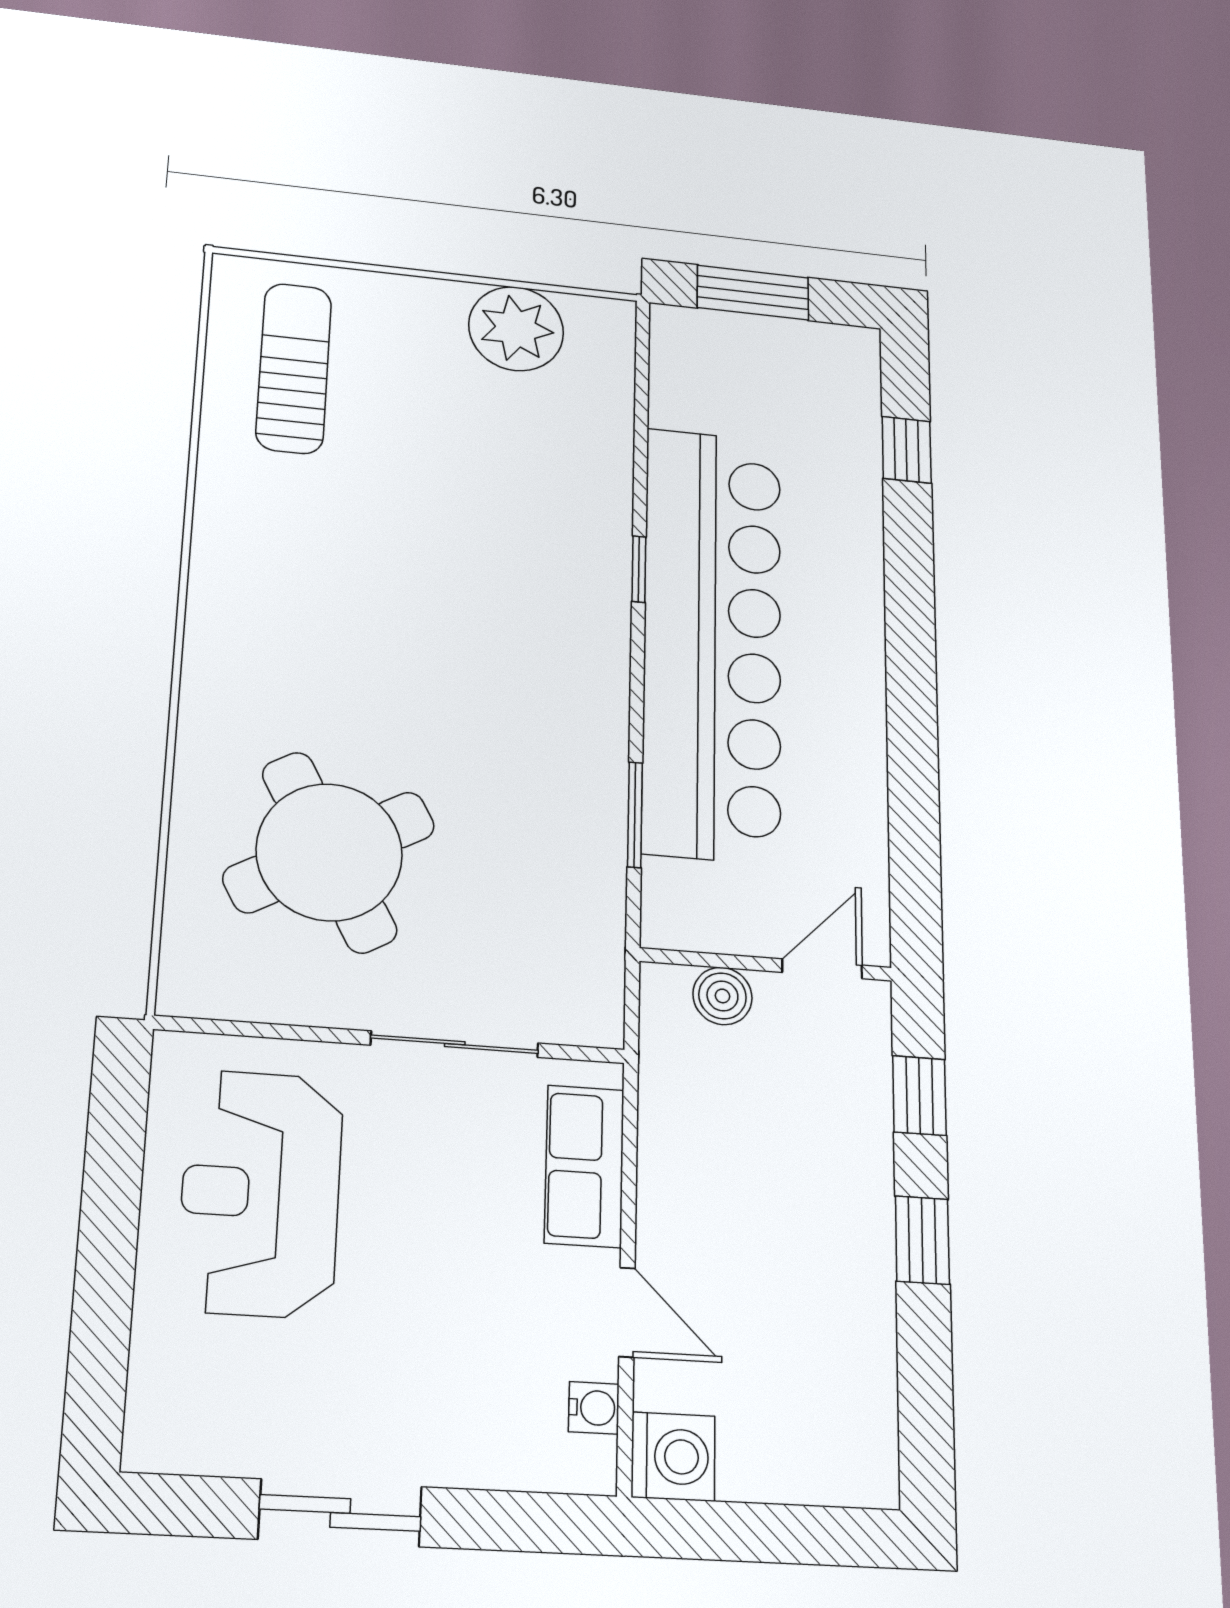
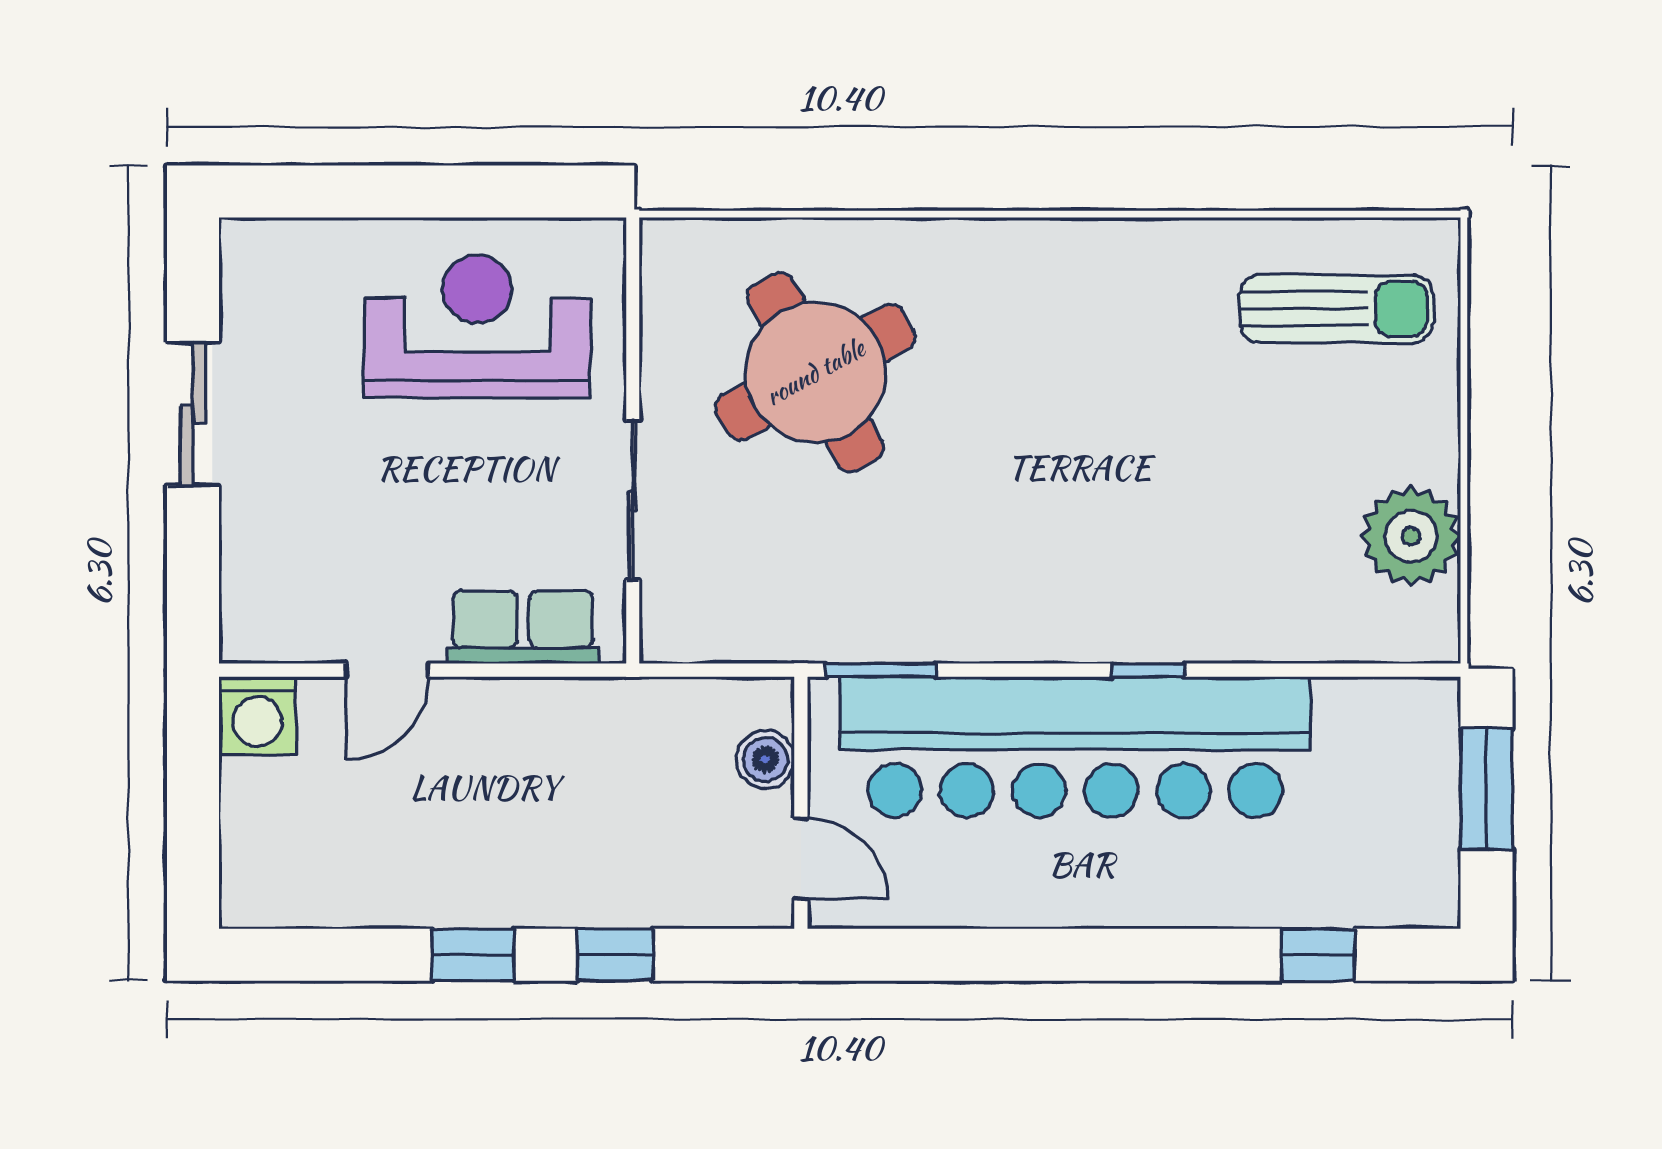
wall: (766, 964) -> (801, 803), moved
door: (822, 969) -> (801, 859), moved
boiler: (722, 996) -> (765, 759), moved
water cooler: (594, 1408) -> (298, 641), removed

